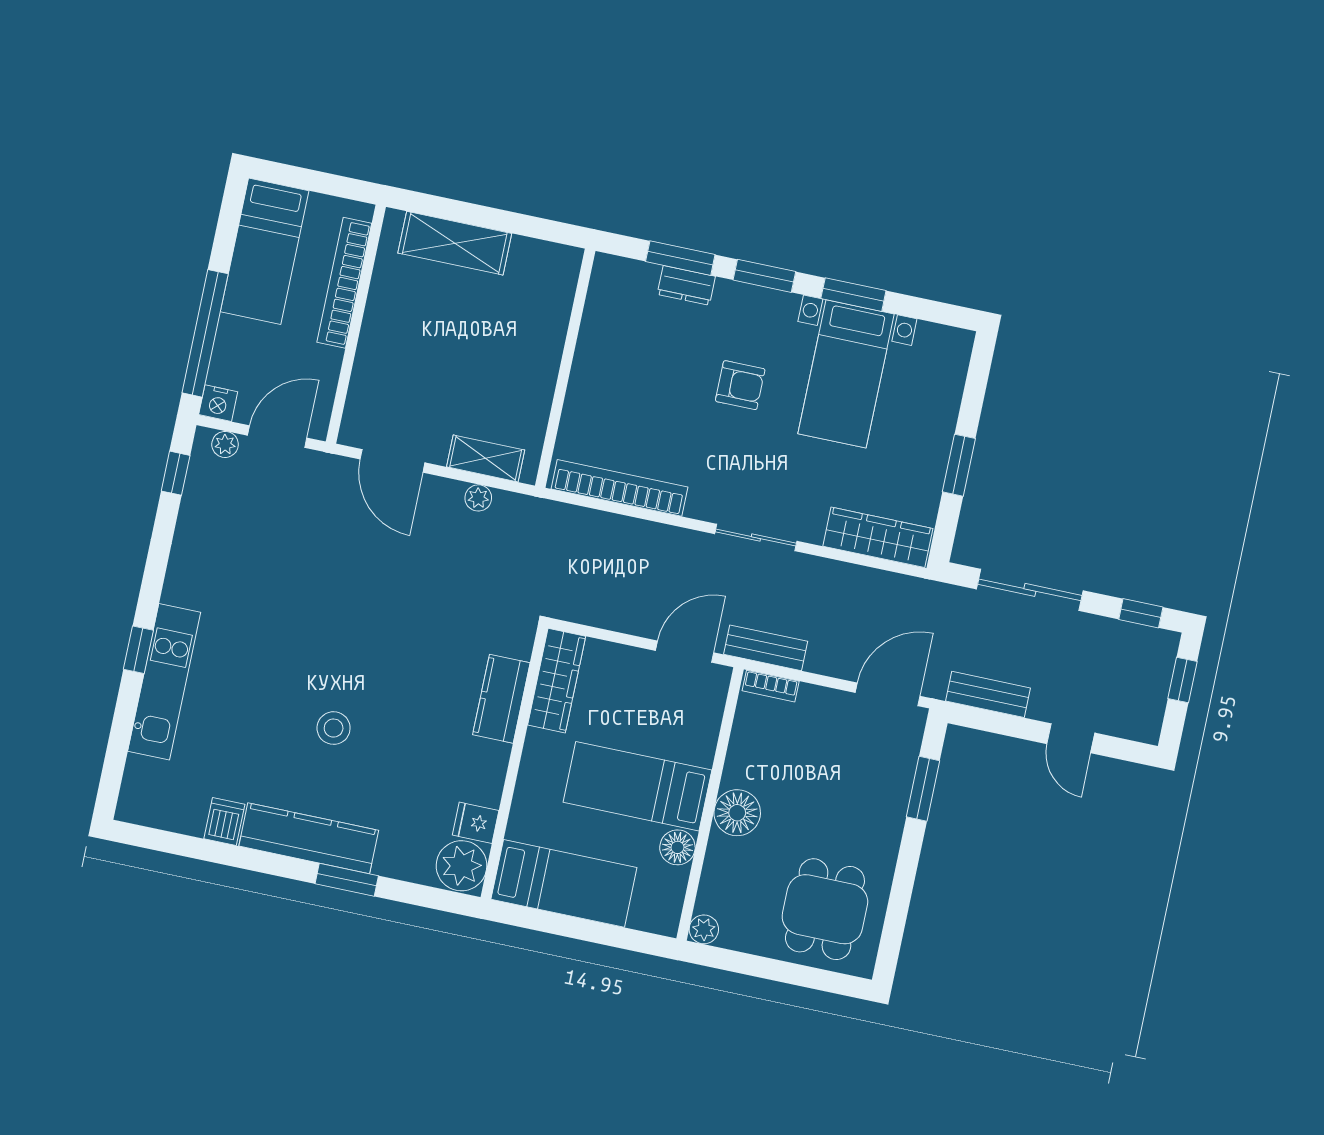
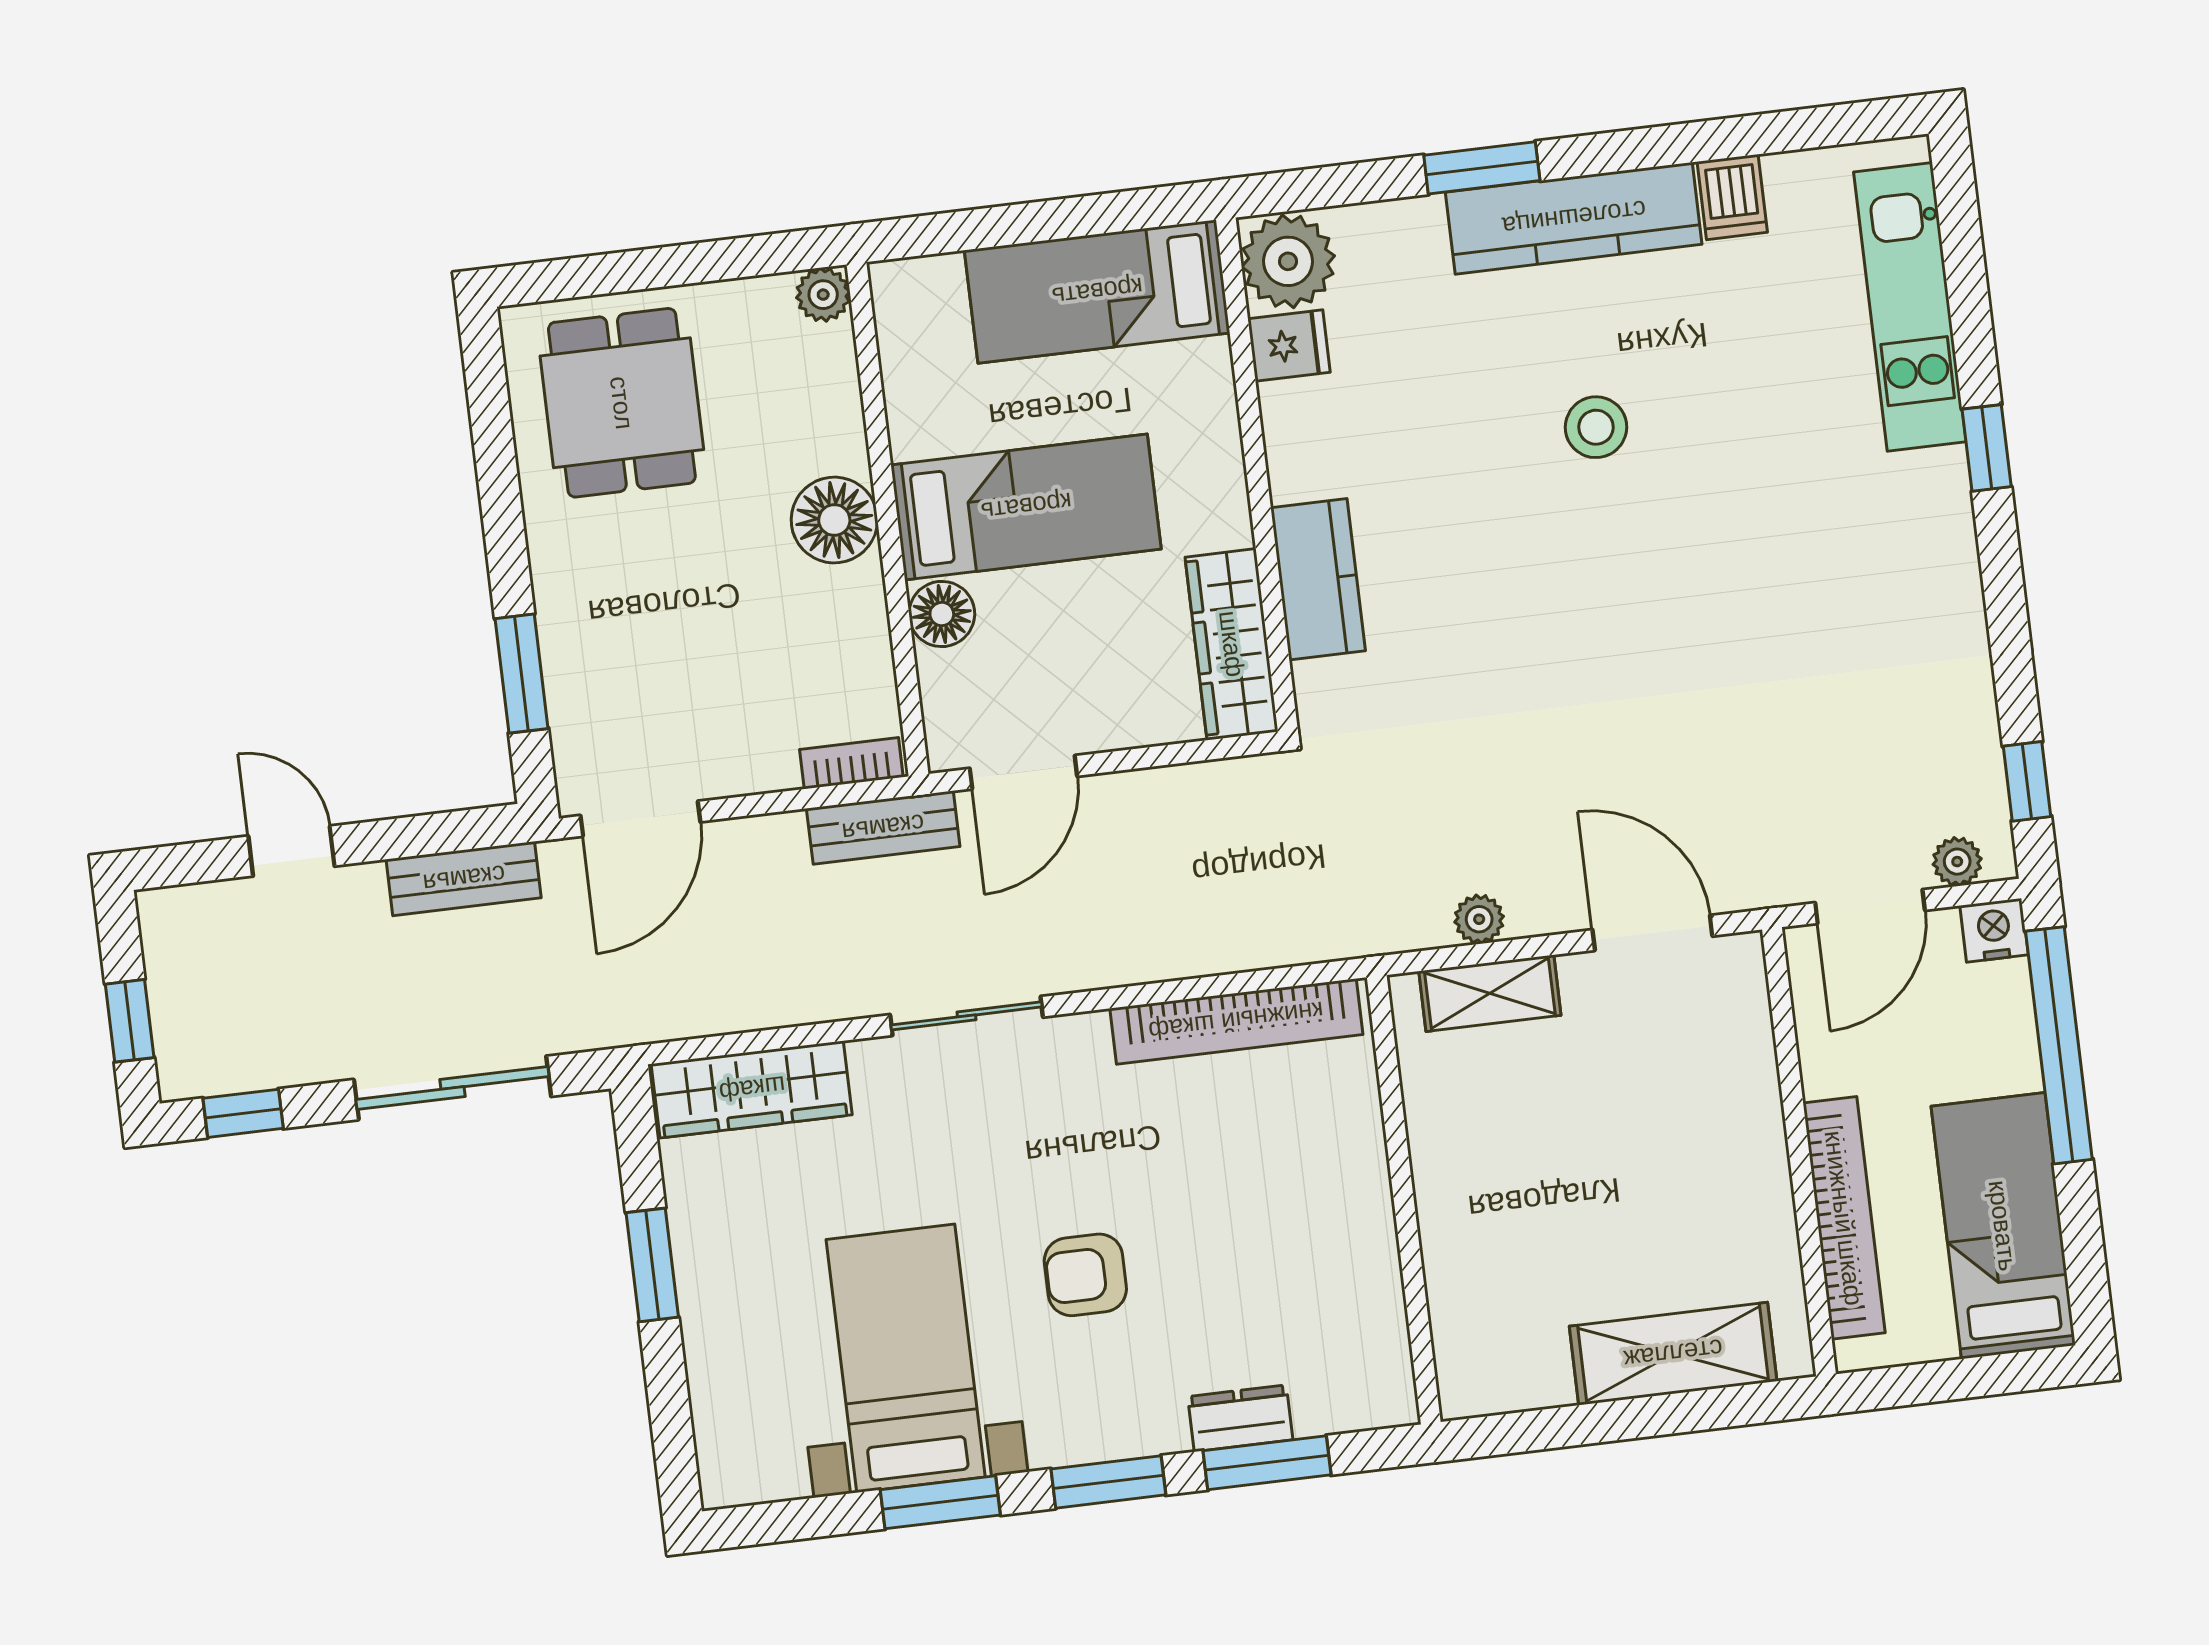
kitchen unit: (164, 682) -> (1910, 307), moved
floor lamp: (677, 847) -> (942, 614), moved

